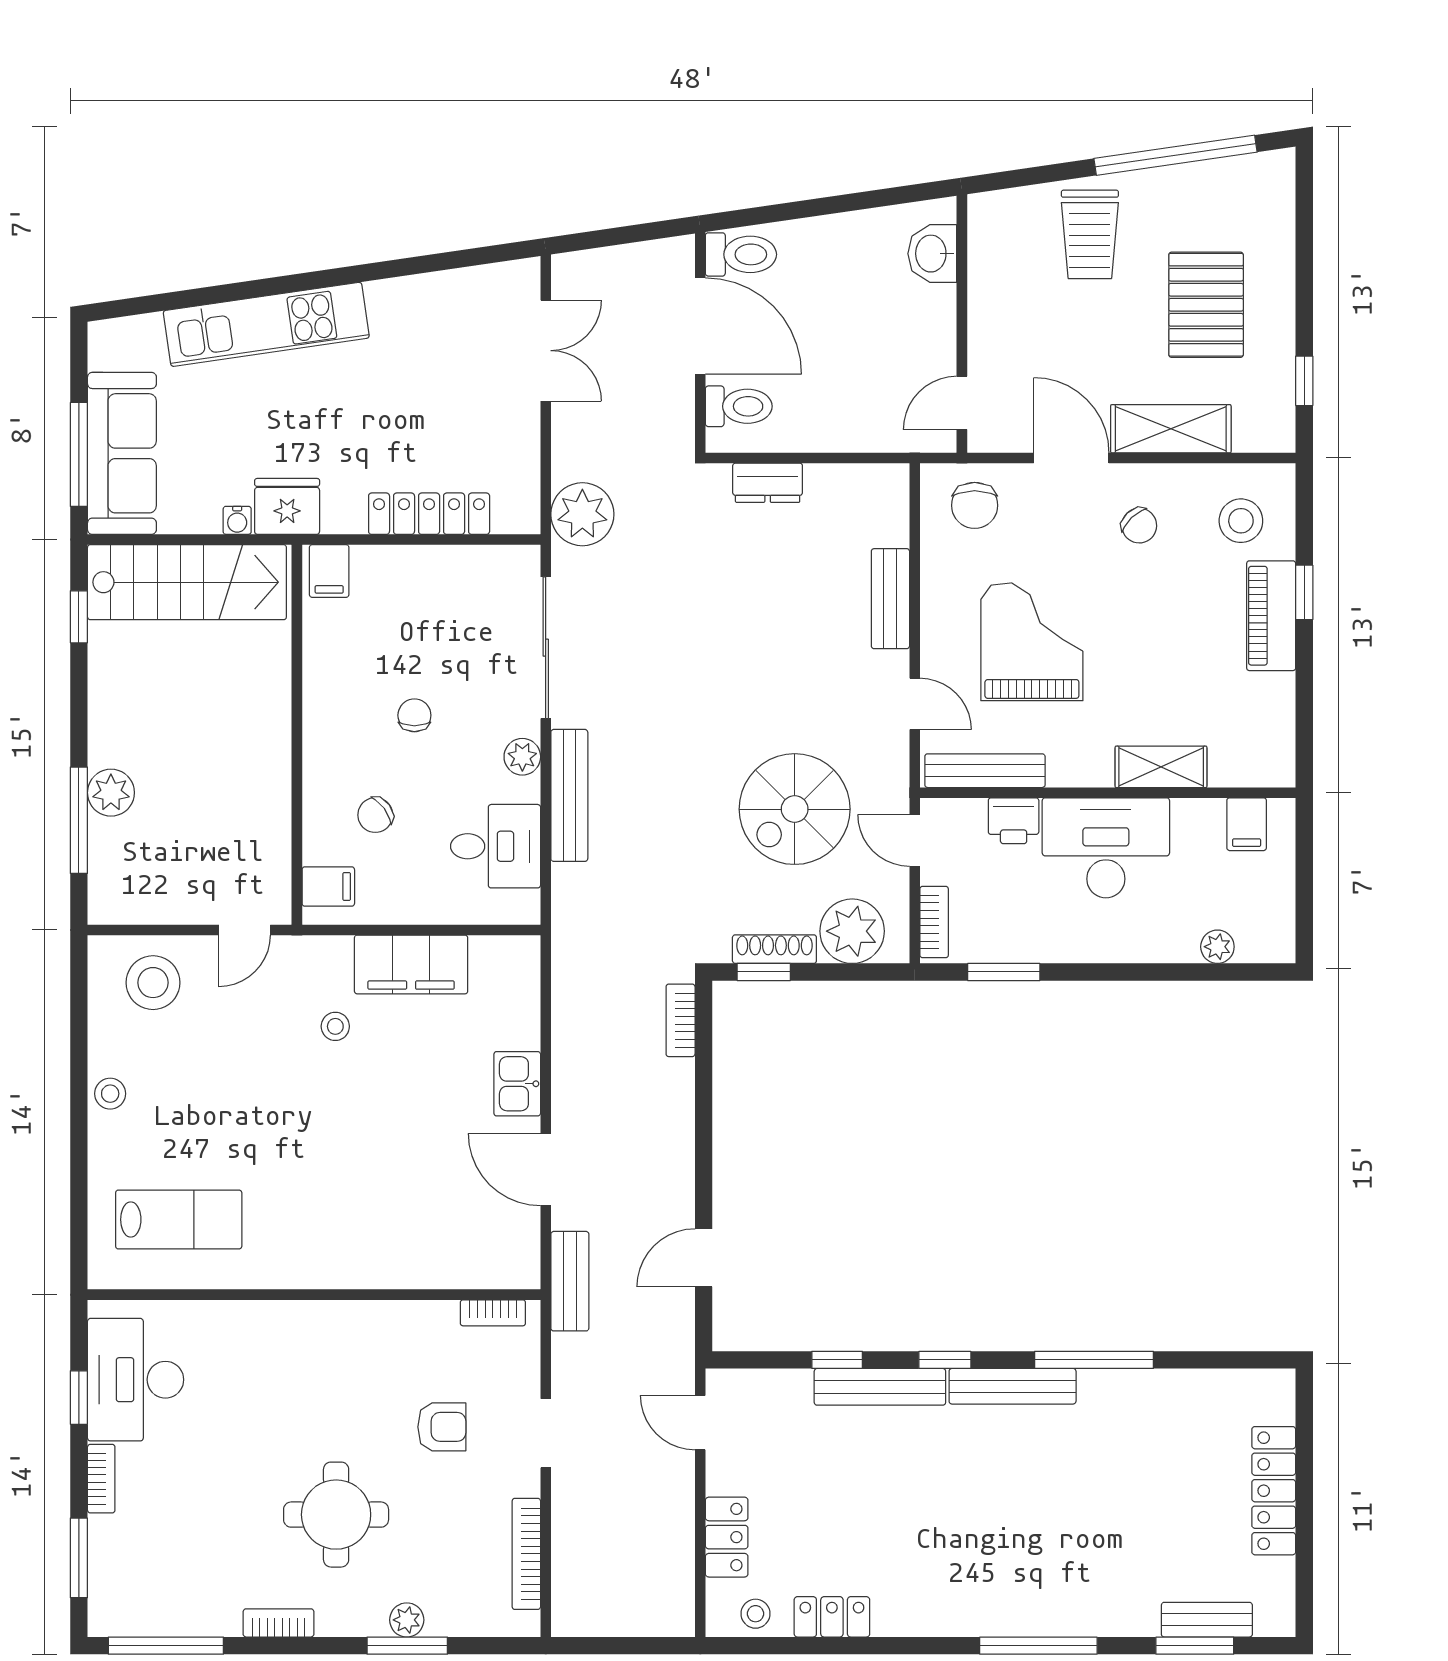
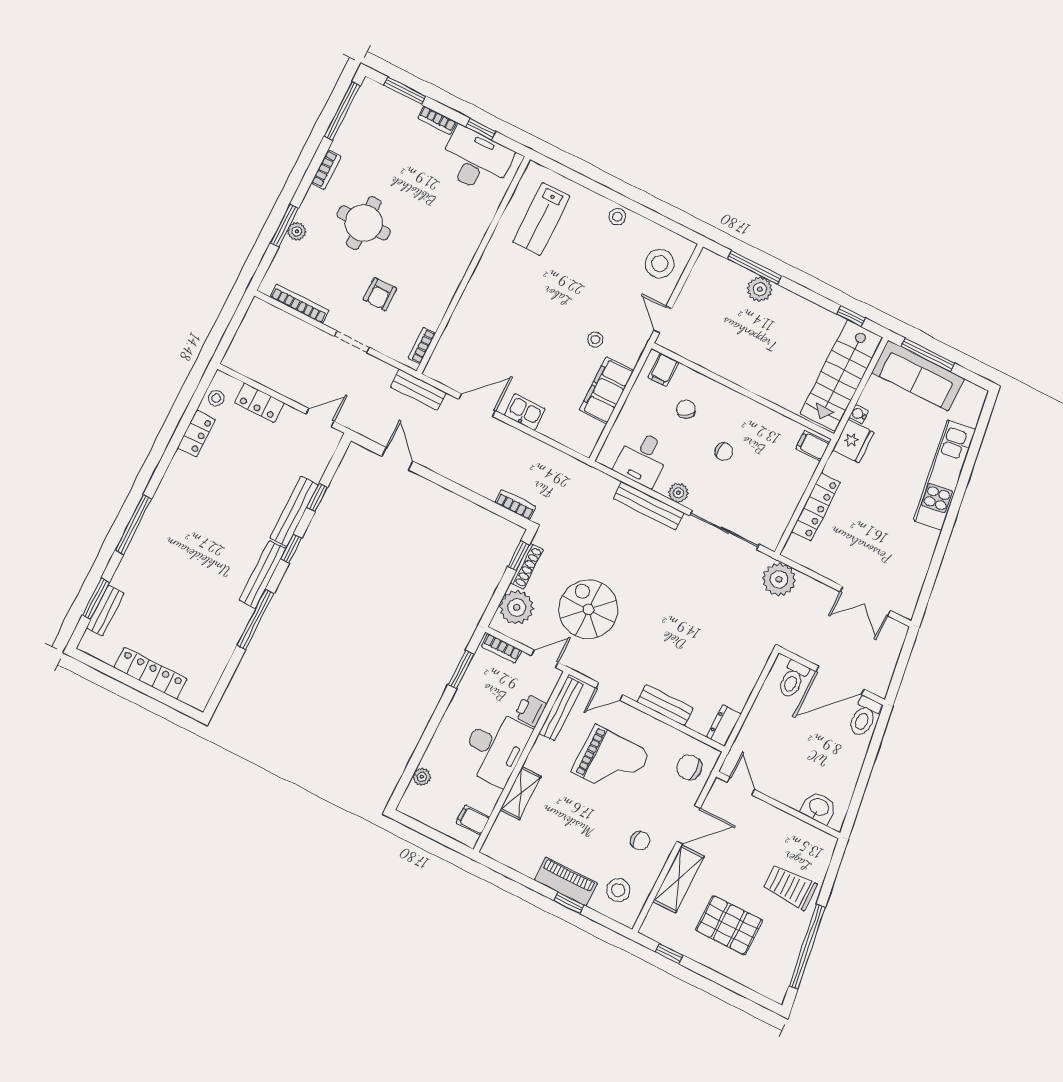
dresser: (768, 483) -> (724, 725), moved
chair: (1139, 526) -> (640, 841), turned -136

